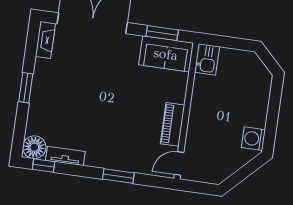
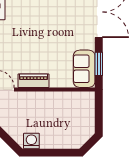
kitchen sink: (207, 59) -> (84, 99), removed

